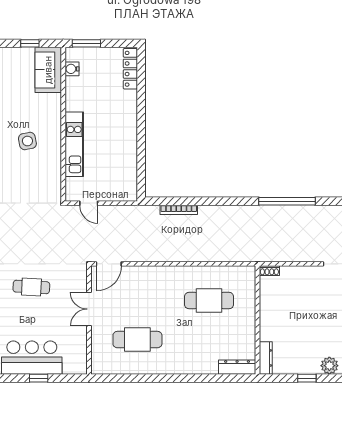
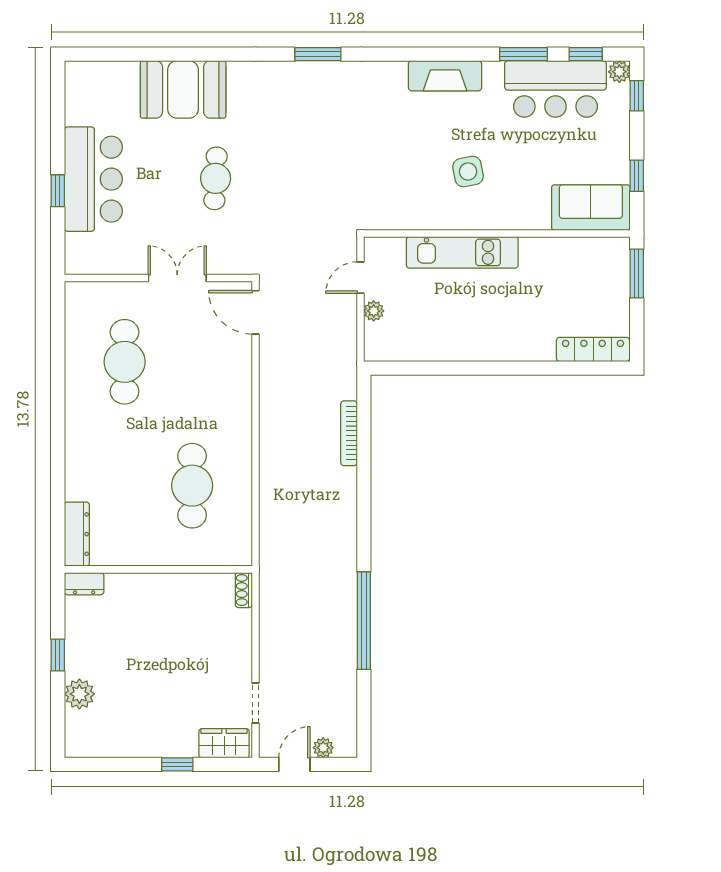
water cooler: (72, 69) -> (593, 249), removed
plant: (108, 196) -> (374, 311), added
dresser: (266, 358) -> (84, 584), width x0.70

